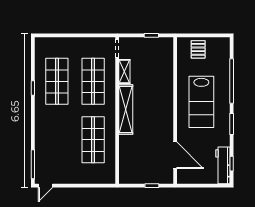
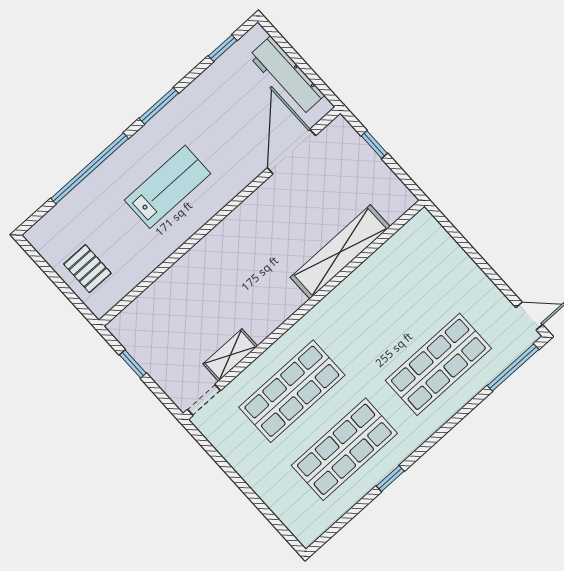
pallet: (198, 49) -> (87, 269), turned 90
lab bench: (201, 102) -> (167, 187), width x0.73, depth x0.72
shelving: (126, 109) -> (340, 252), moved
shop shelf: (93, 140) -> (438, 364), moved
workbench: (223, 165) -> (287, 76), moved, turned 90

